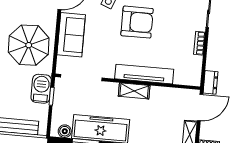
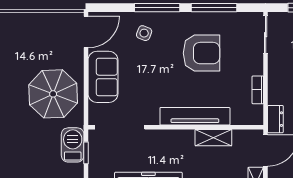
armchair: (137, 22) -> (201, 53), moved
bookcase: (199, 43) -> (258, 90), moved
shelving: (134, 91) -> (213, 138), moved

